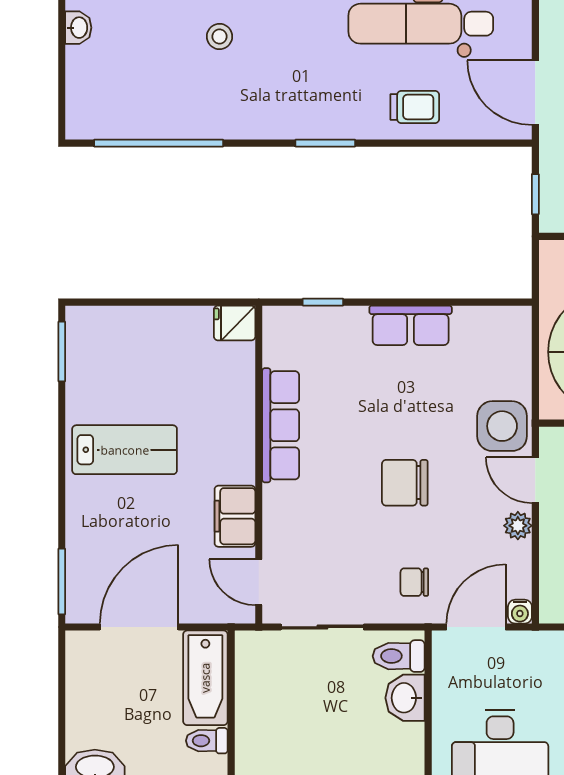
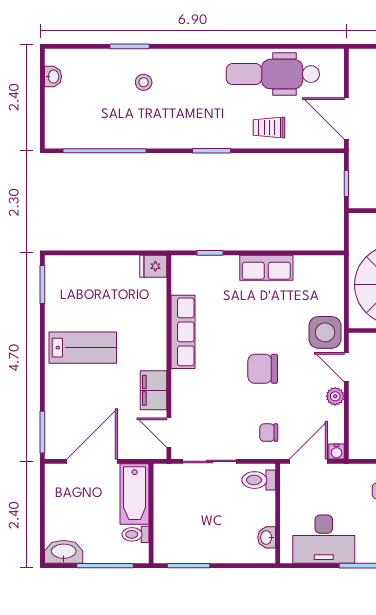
trolley: (415, 107) -> (269, 128), turned 180
washbasin: (405, 698) -> (267, 537), moved, width x0.72, depth x0.69

